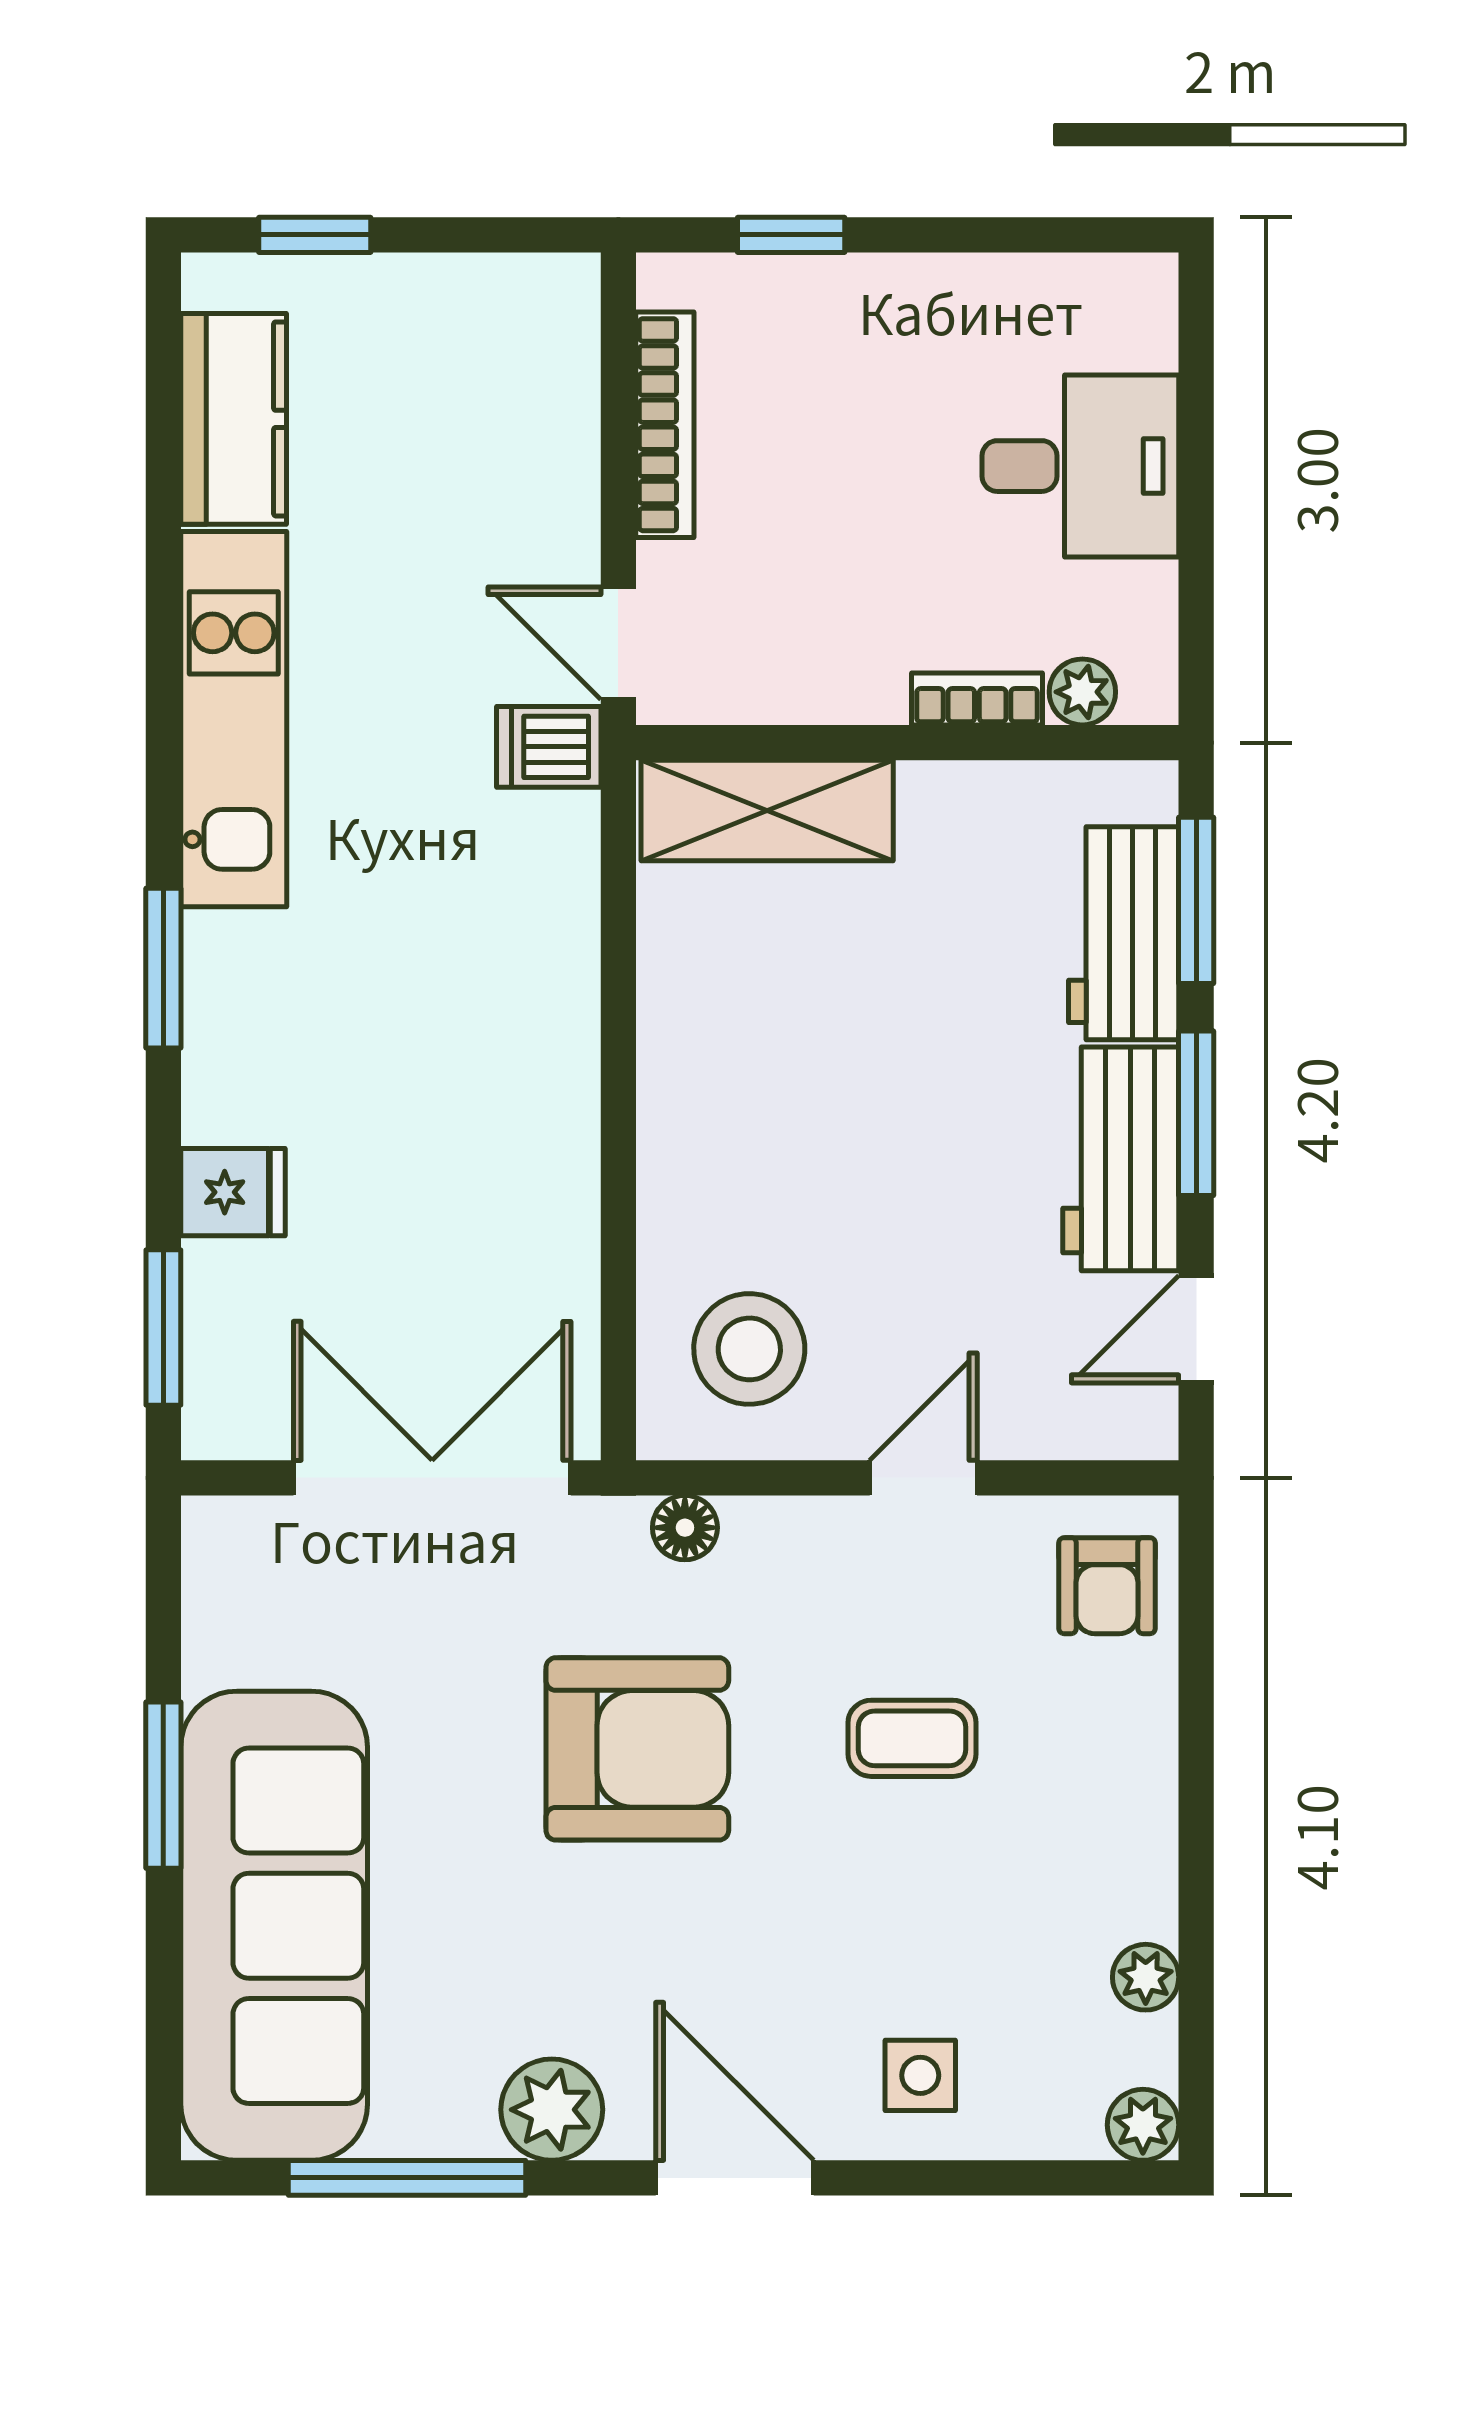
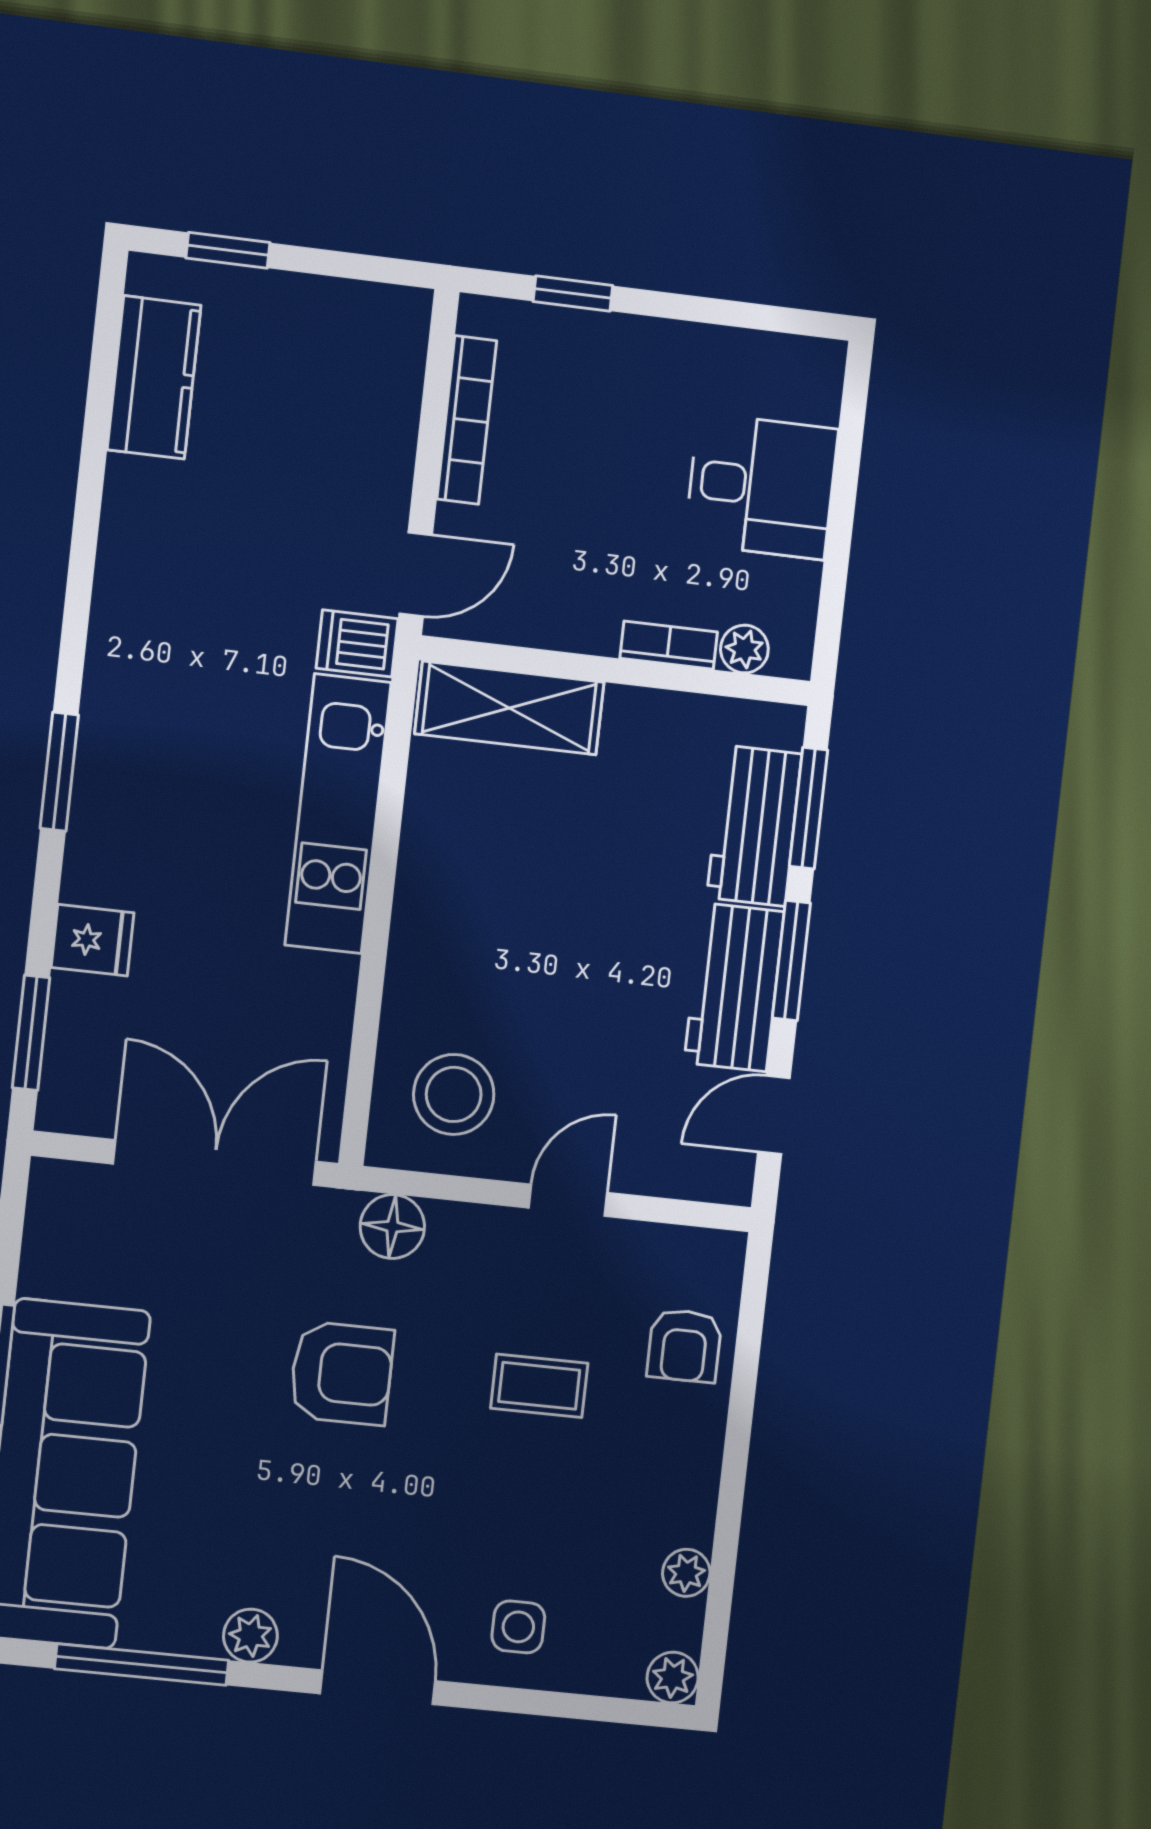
door: (618, 643) -> (416, 574), swing flipped
kitchen unit: (234, 719) -> (338, 814), moved, turned 180
floor lamp: (685, 1528) -> (392, 1227), width x1.37, depth x1.37
armchair: (1107, 1586) -> (684, 1346), moved
armchair: (637, 1749) -> (342, 1373), width x0.73, depth x0.73
plant: (552, 2110) -> (250, 1636), width x0.73, depth x0.73

